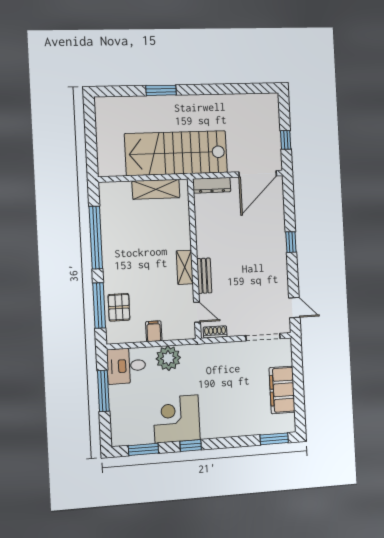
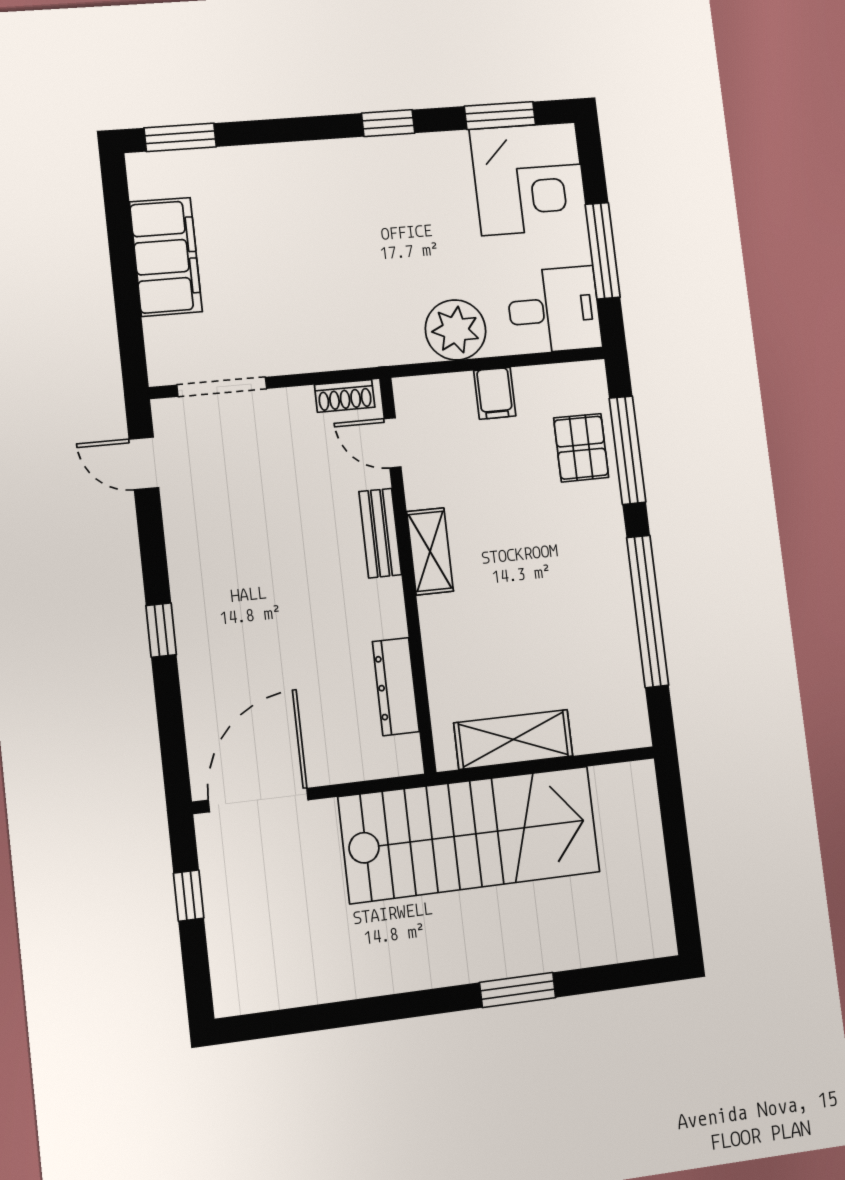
dresser: (212, 185) -> (396, 687), moved, turned -90
corner desk: (177, 419) -> (529, 179), moved

